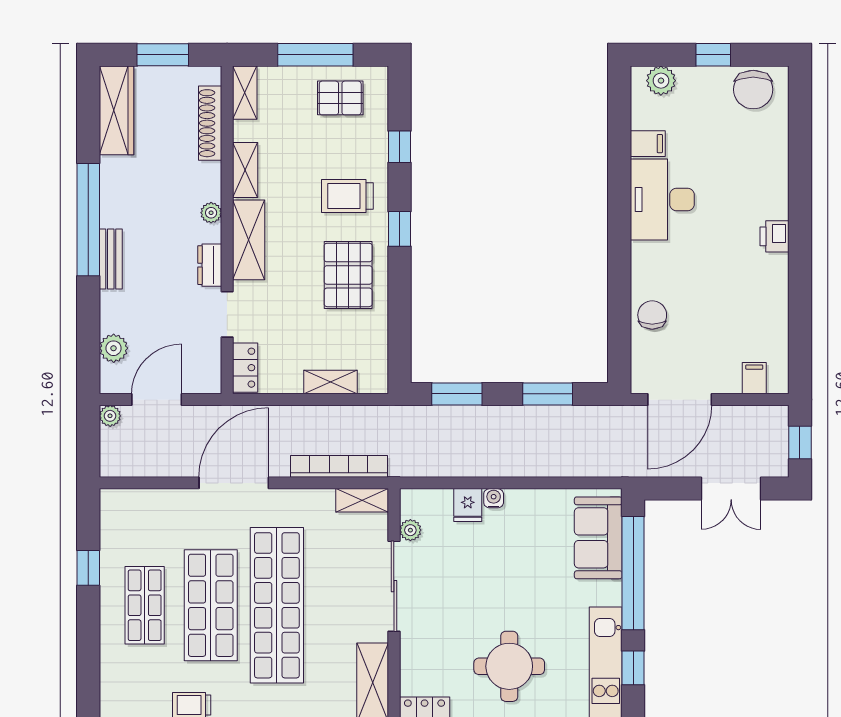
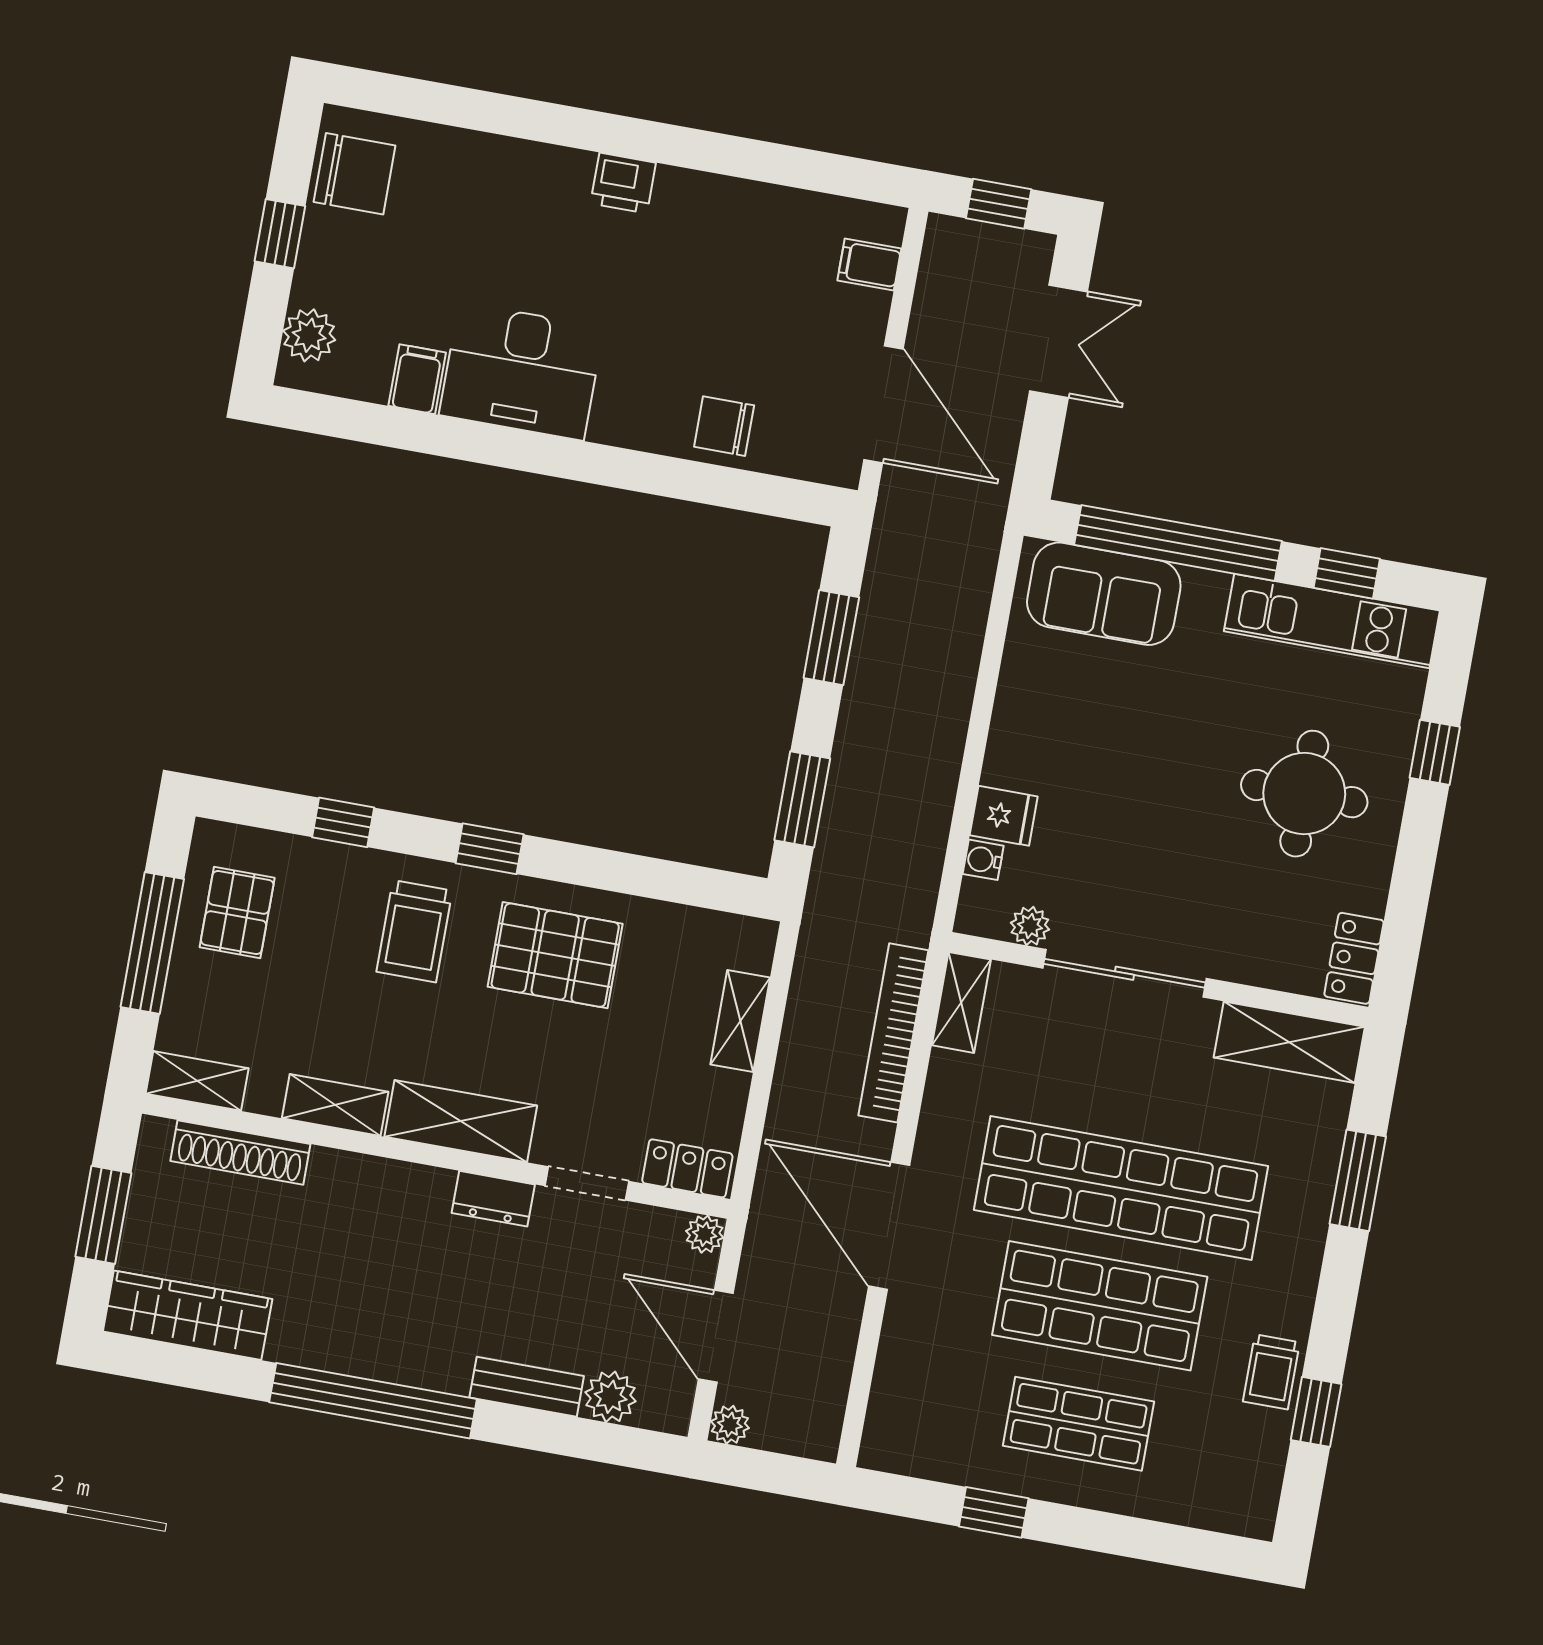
plant: (211, 213) -> (705, 1234), moved
bench: (111, 259) -> (527, 1387), moved
water cooler: (494, 498) -> (983, 860), moved

